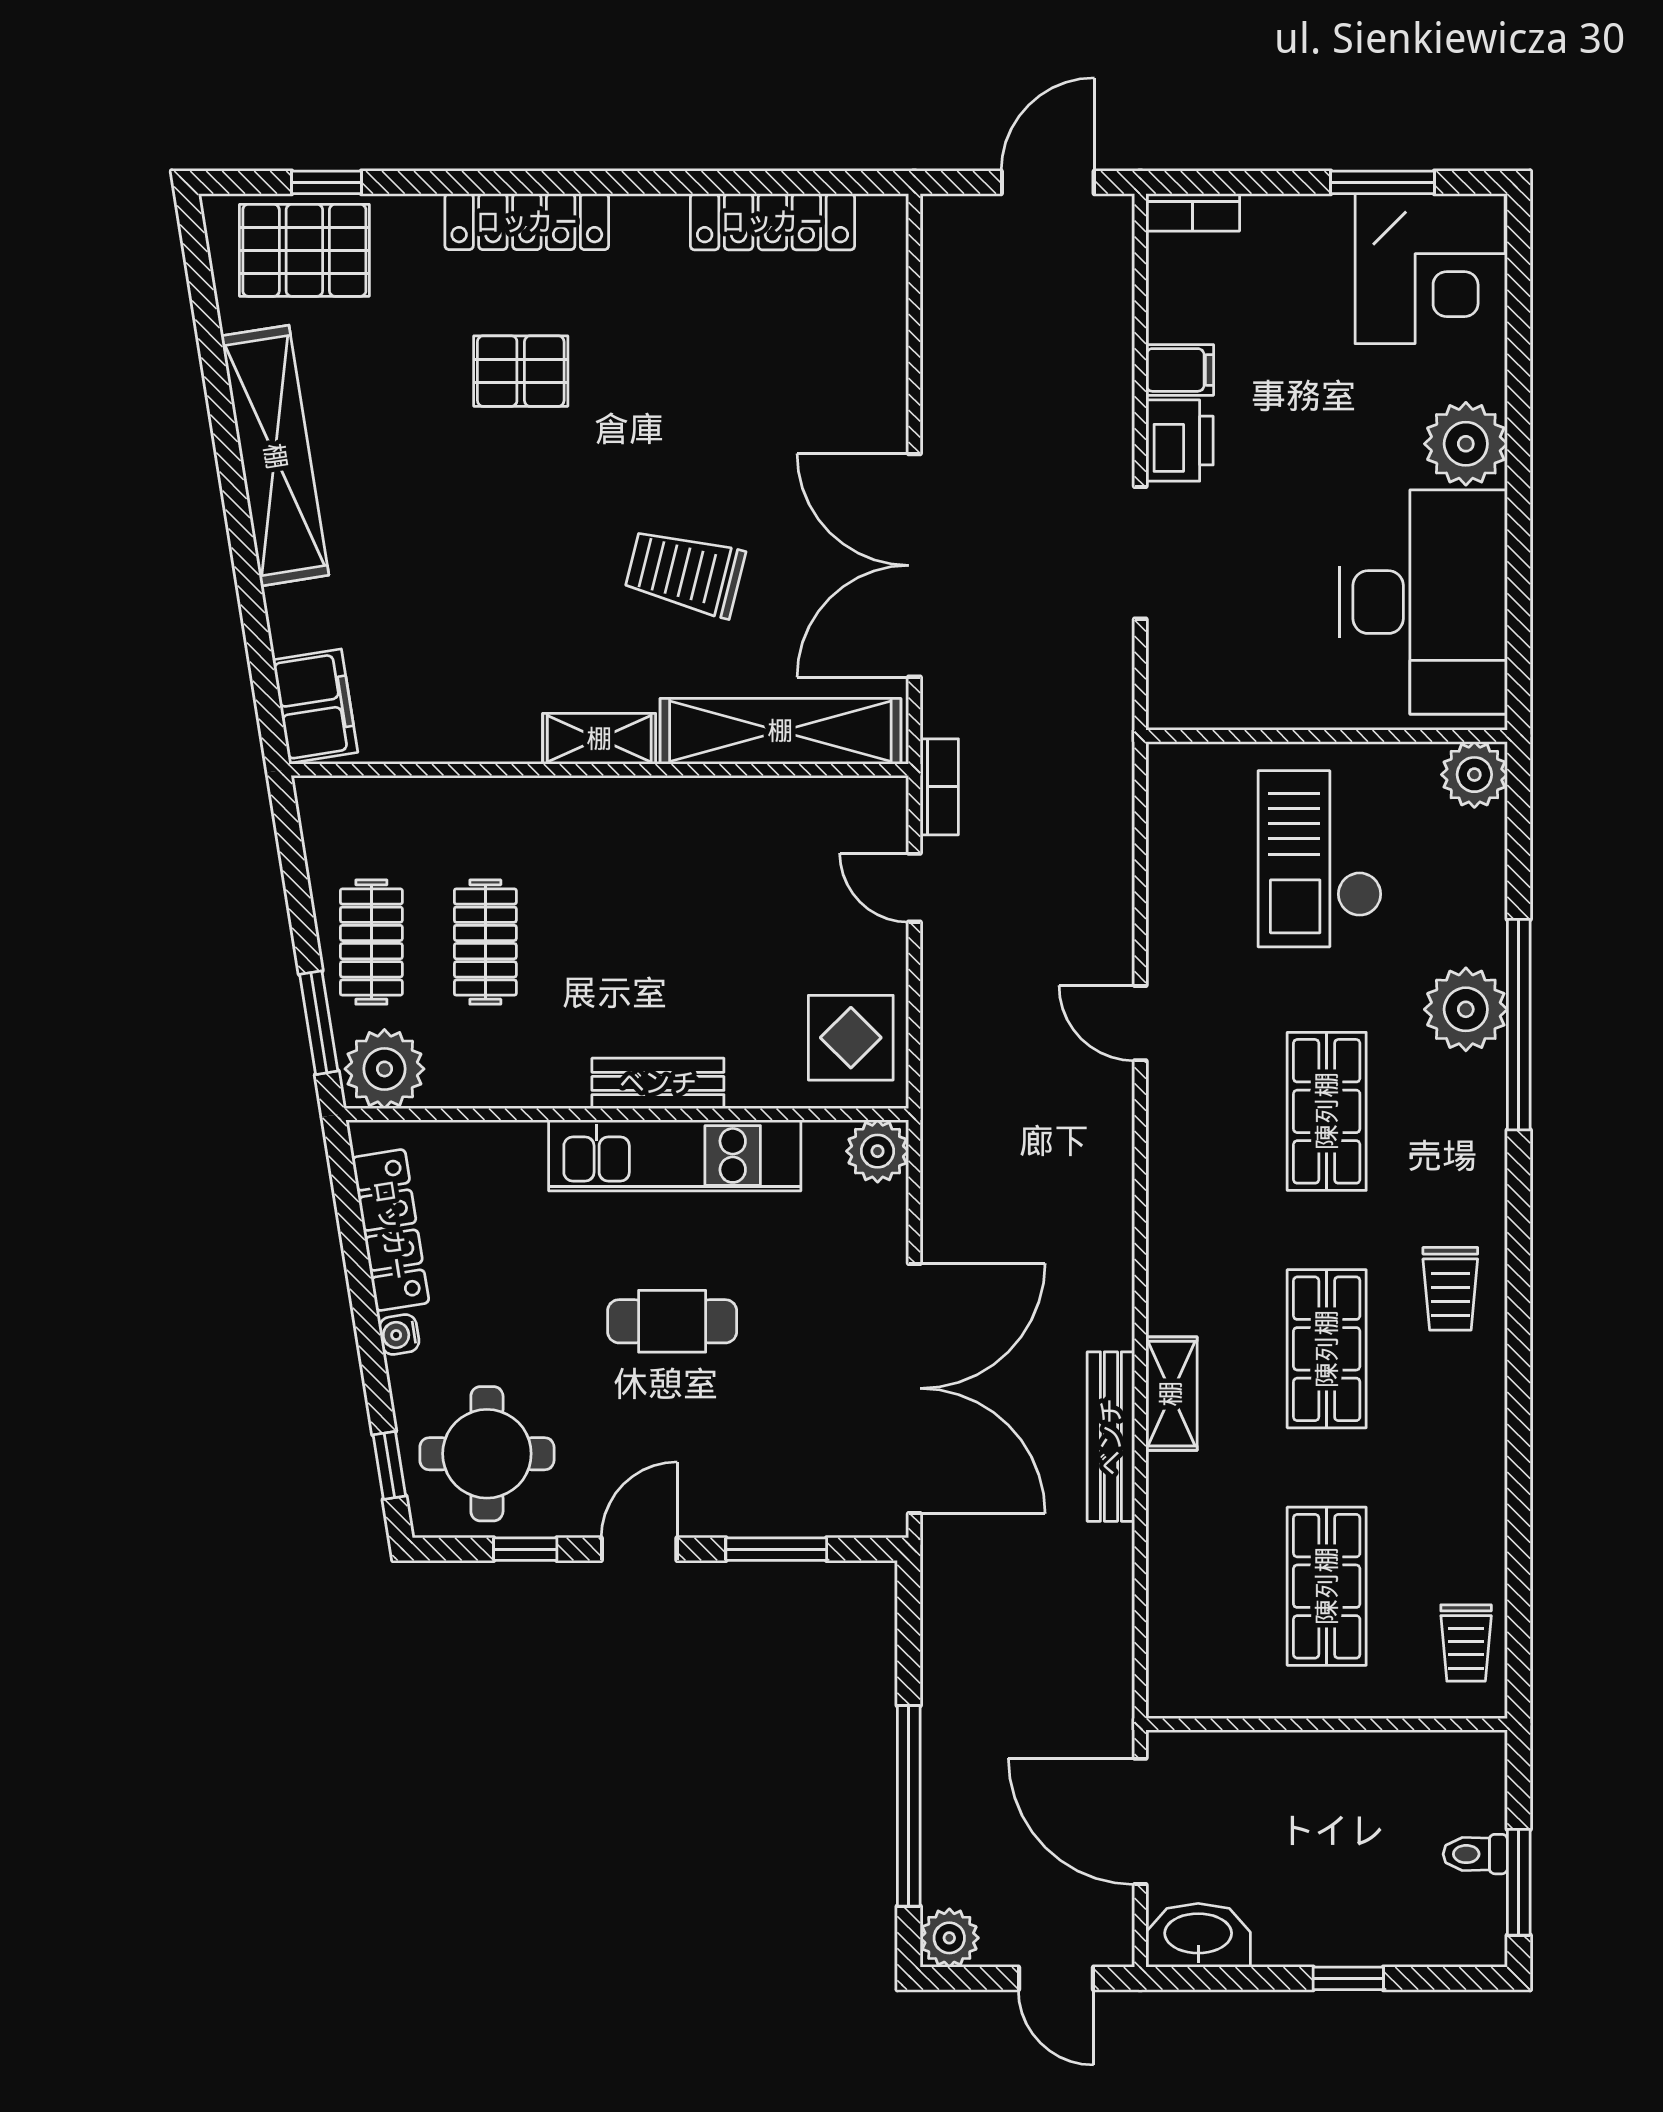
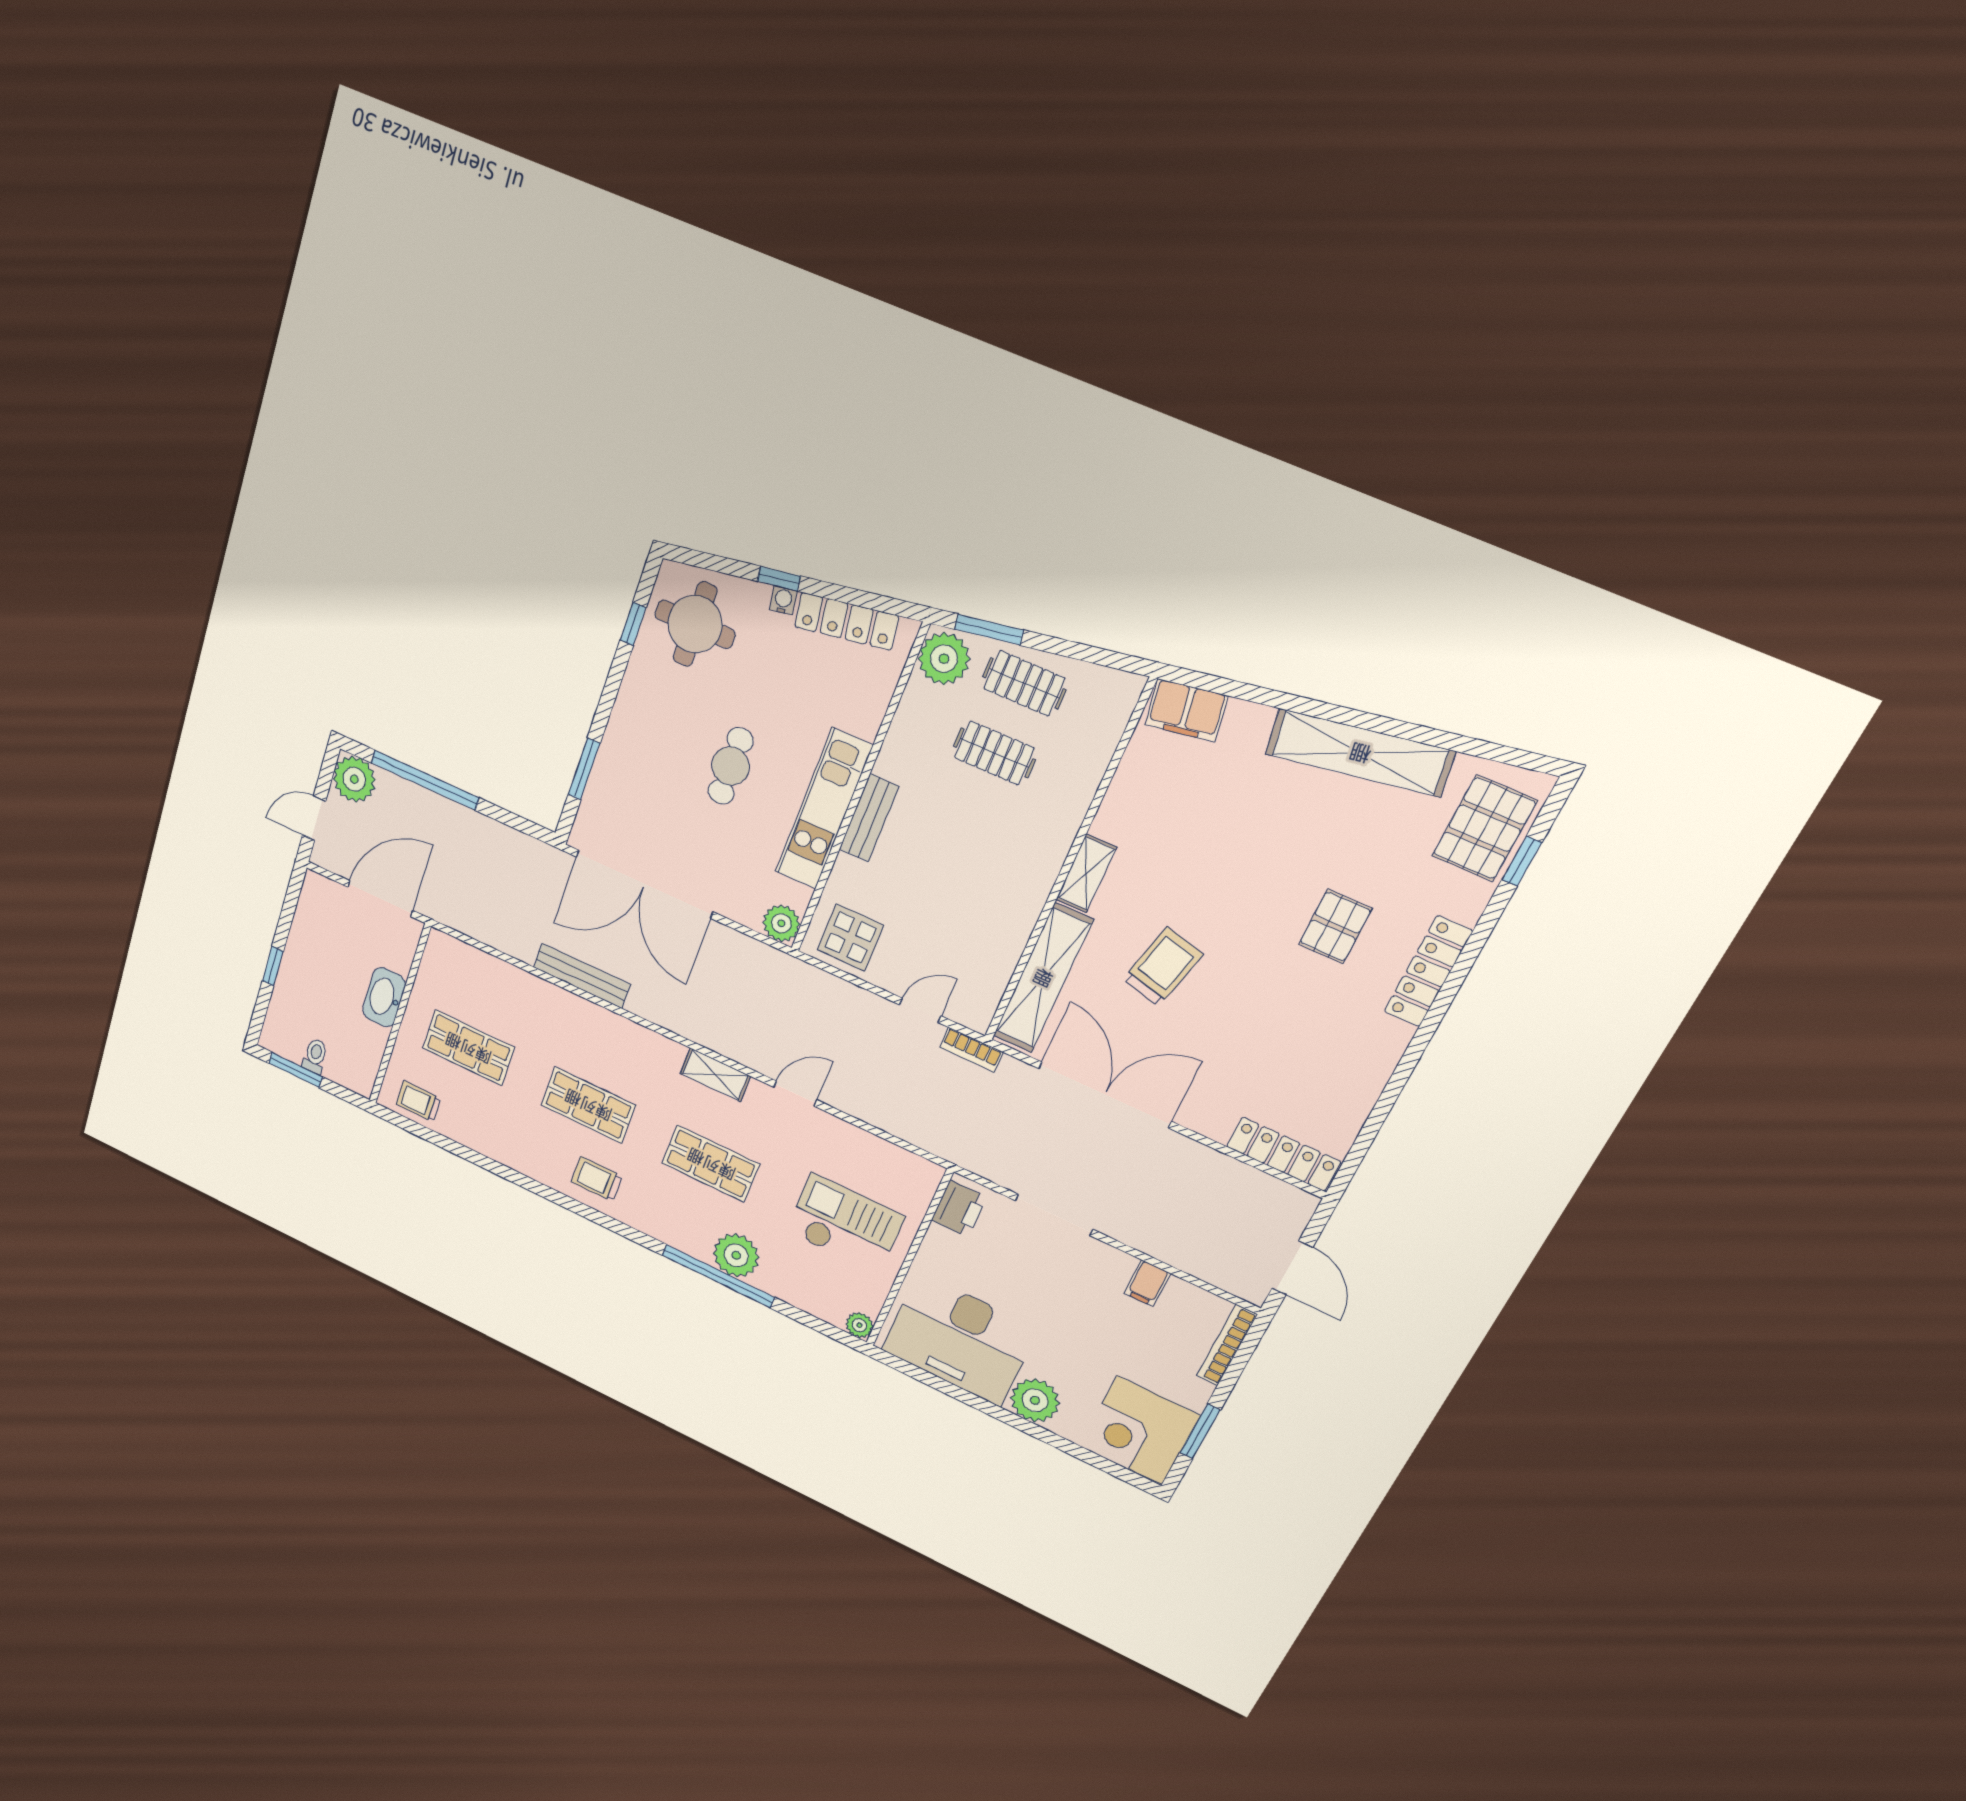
bookcase: (1193, 212) -> (1227, 1345), width x1.56
locker: (772, 222) -> (1284, 1154), moved, turned 90
printer: (1180, 441) -> (959, 1209), moved, turned -90
plant: (1474, 775) -> (859, 1325), width x0.73, depth x0.73
shelving: (1171, 1394) -> (715, 1075), moved
window: (389, 1465) -> (779, 579), moved
door: (639, 1549) -> (610, 691), removed
washbasin: (1198, 1935) -> (384, 997), moved, turned 180
plant: (949, 1938) -> (354, 779), width x1.36, depth x1.36

